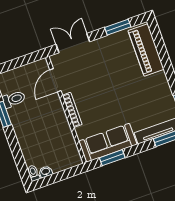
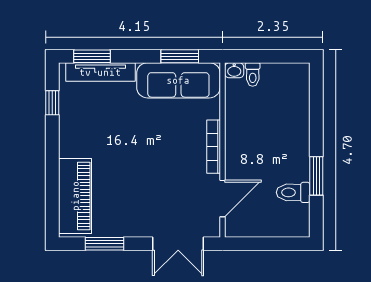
washbasin: (46, 172) -> (234, 70), moved
toilet: (33, 173) -> (253, 75), moved

